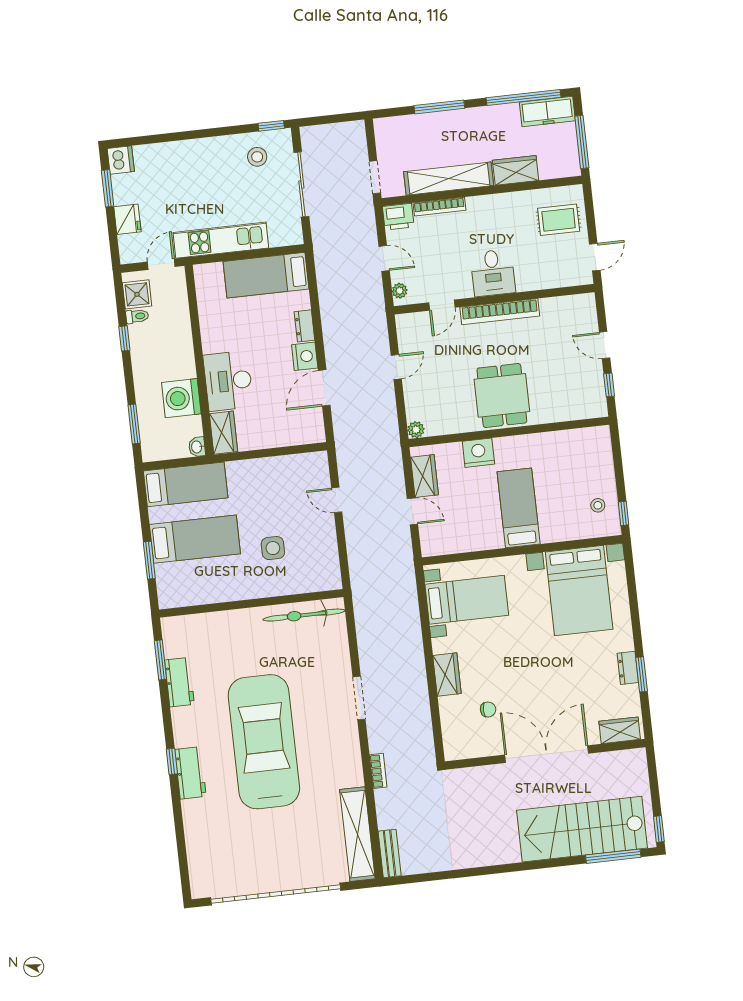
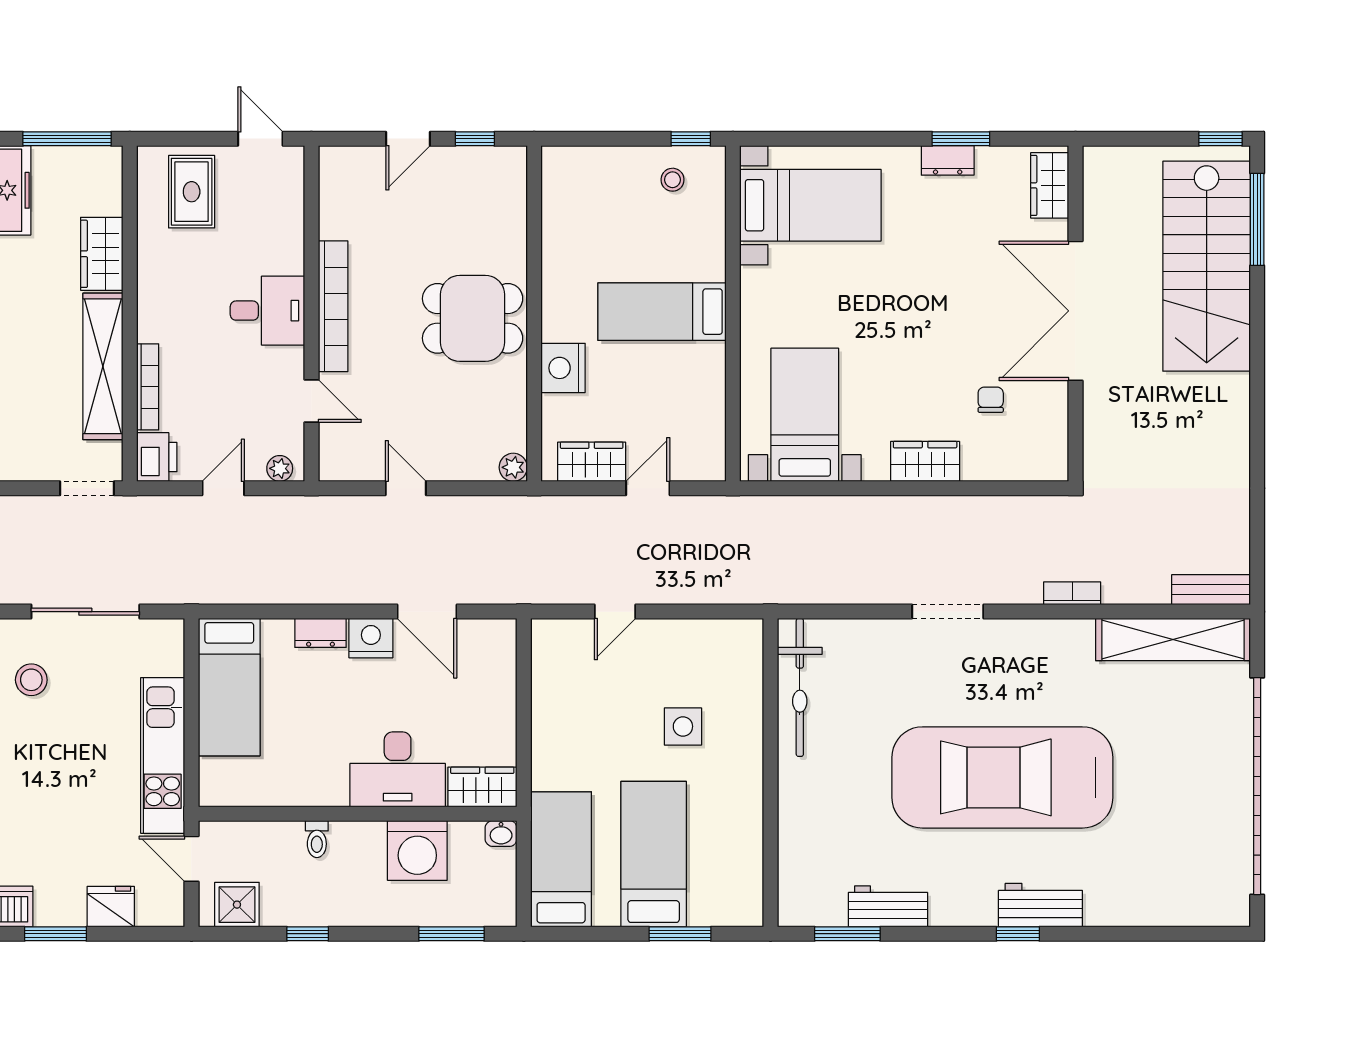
toilet: (137, 316) -> (317, 839), moved, turned 180
bed with nightstands: (579, 591) -> (810, 205), width x0.73

